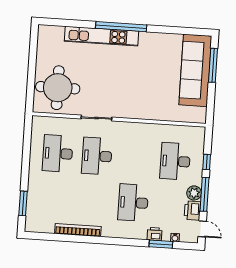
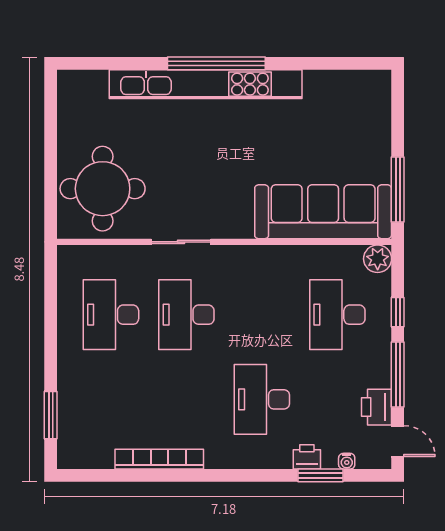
kitchen unit: (102, 36) -> (206, 84), width x1.36
window: (213, 65) -> (398, 189), moved
sofa: (195, 70) -> (323, 212), moved, turned 90
plant: (194, 193) -> (378, 259), moved

